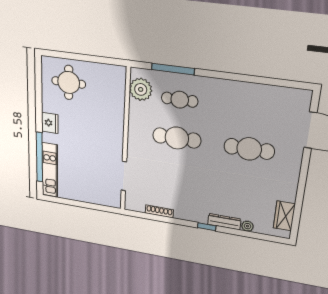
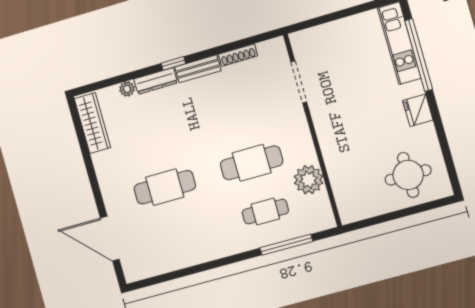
plant: (141, 89) -> (309, 180), moved
bench: (191, 216) -> (198, 69), added
wardrobe: (284, 216) -> (92, 123), width x1.50

